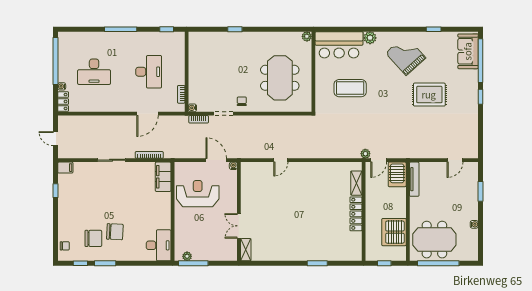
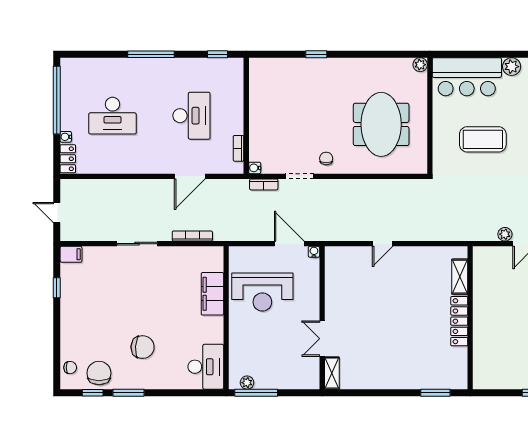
filing cabinet: (163, 177) -> (212, 294), moved
shelving: (356, 183) -> (460, 277), moved
reception desk: (198, 194) -> (262, 292), turned 180
wall: (364, 211) -> (470, 318), moved
locker: (356, 214) -> (459, 321), moved
chair: (93, 238) -> (99, 373), moved, turned -90

